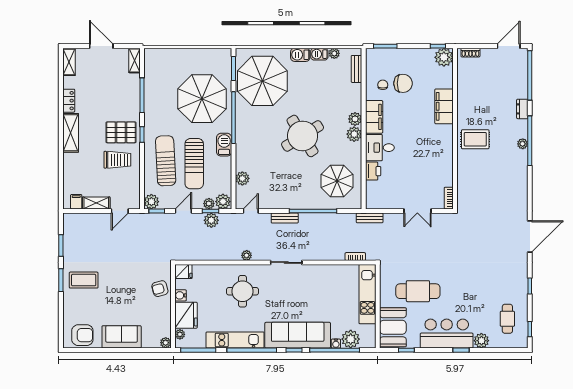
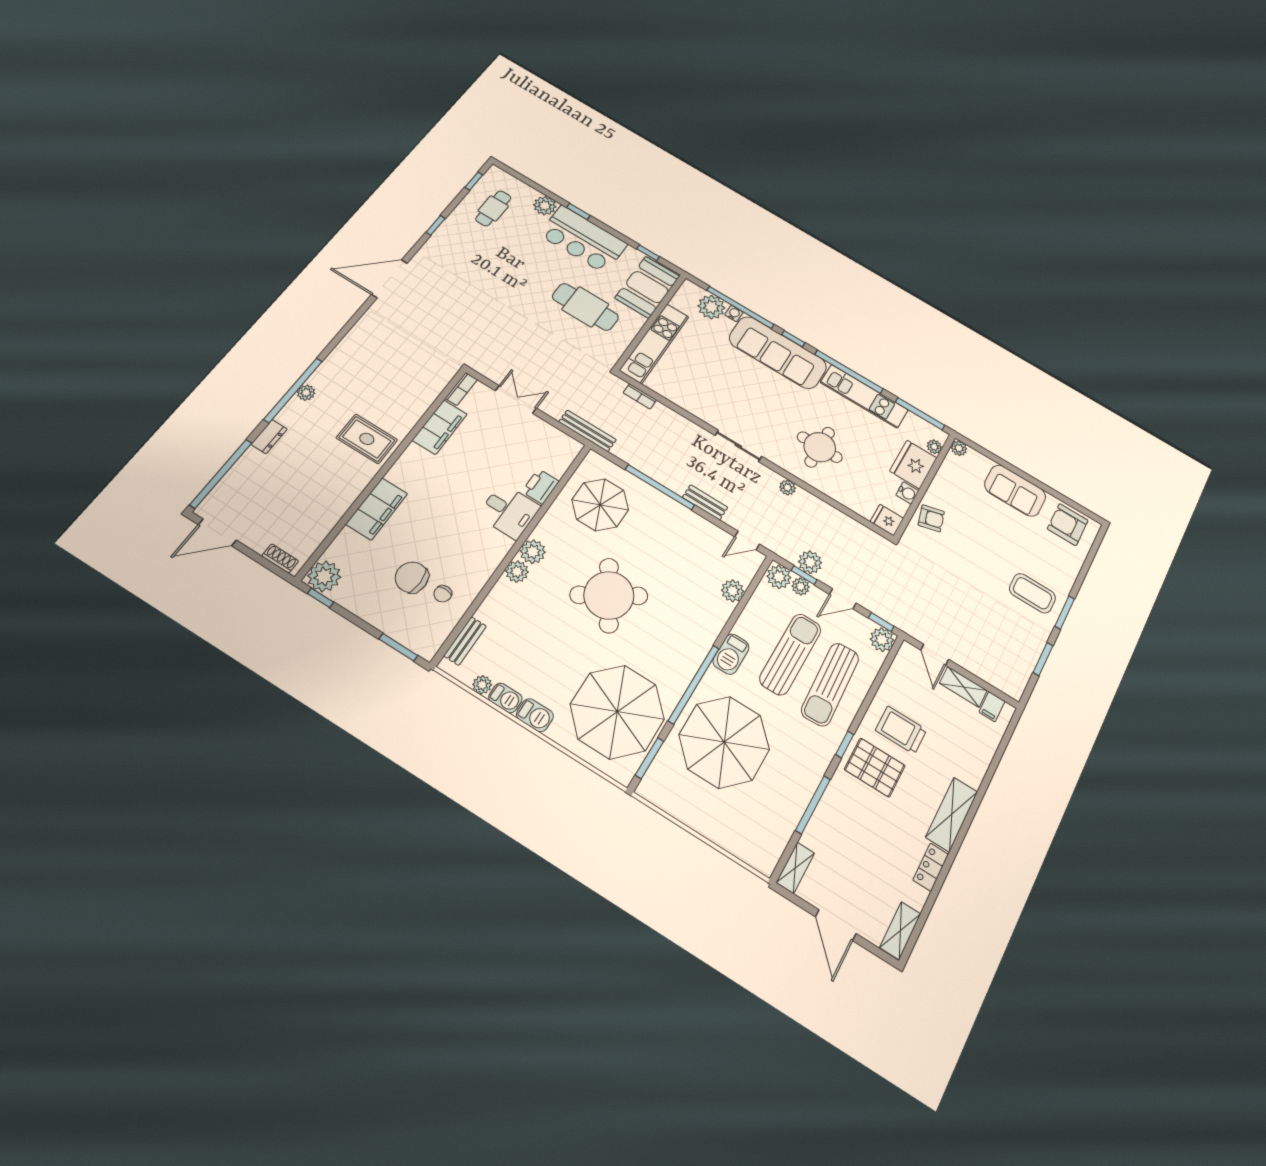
filing cabinet: (374, 117) -> (440, 427), moved, turned 180
door: (120, 211) -> (935, 655), swing flipped
bench: (370, 218) -> (587, 431), width x1.36

